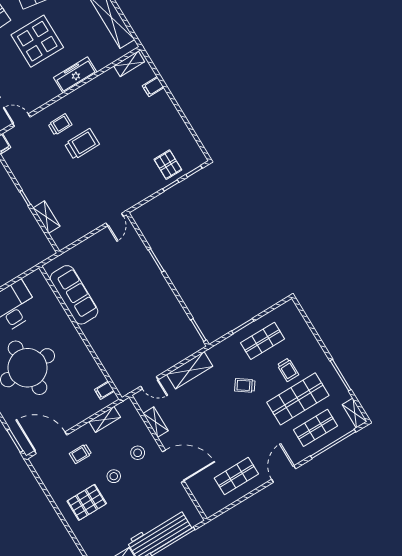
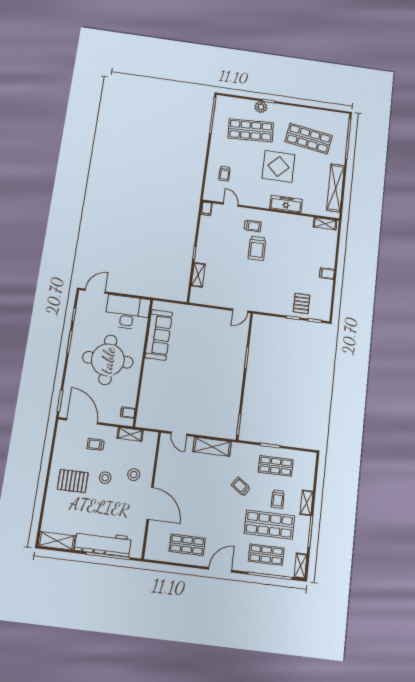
filing cabinet: (153, 87) -> (327, 274), moved
trolley: (82, 144) -> (257, 248), turned 90
sofa: (74, 295) -> (159, 335), moved
wall: (80, 333) -> (143, 362), moved
filing cabinet: (104, 390) -> (128, 413), moved
shelving: (156, 422) -> (307, 503), moved

